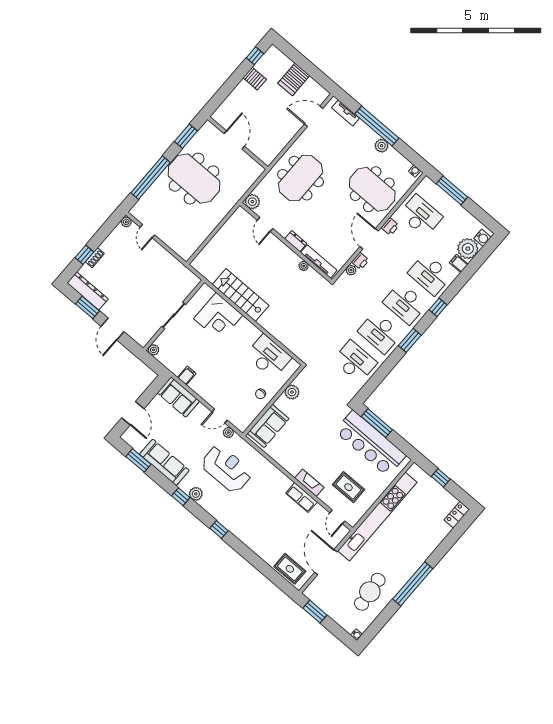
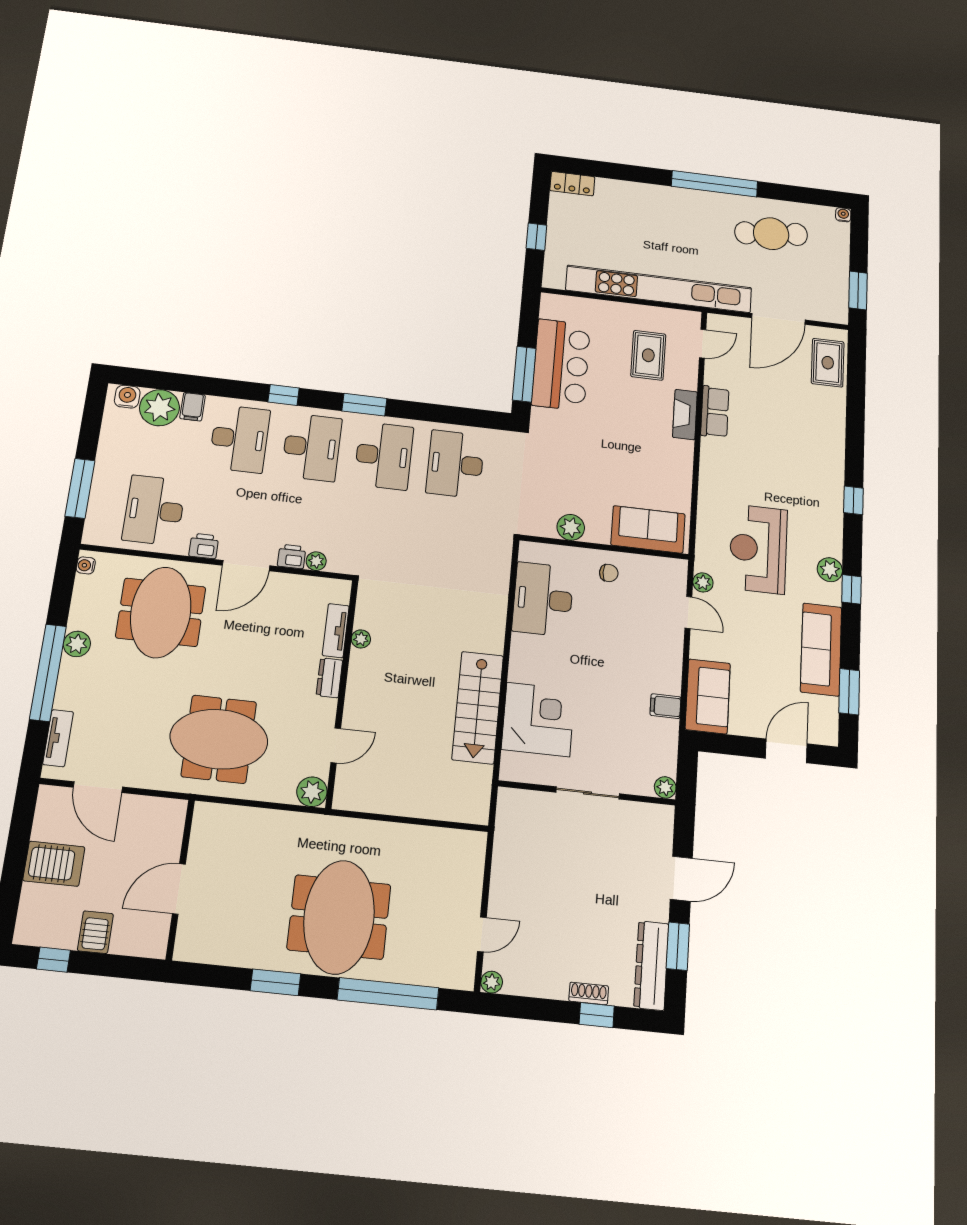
door: (234, 140) -> (179, 889), moved
wall: (238, 143) -> (180, 879), moved
tv unit: (319, 261) -> (336, 631), width x0.71
bar counter: (370, 443) -> (561, 365), width x0.73

